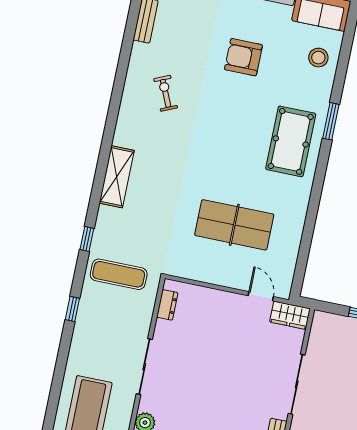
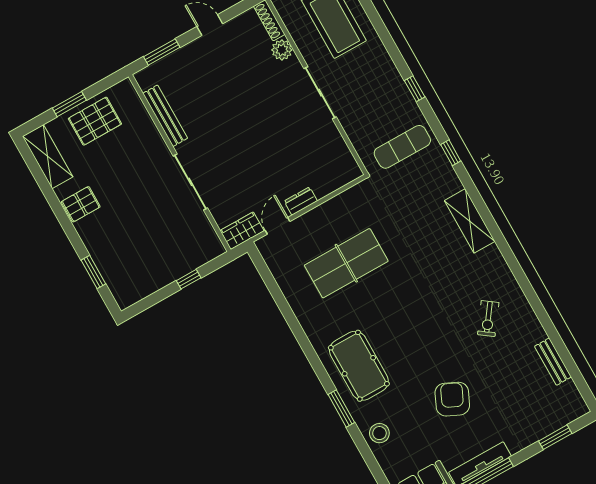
armchair: (243, 57) -> (452, 399), turned -65
stool: (318, 58) -> (379, 433), moved
exercise bike: (166, 93) -> (488, 319), turned 60
door: (261, 296) -> (278, 226), swing flipped
dresser: (167, 305) -> (301, 201), moved, turned 90

